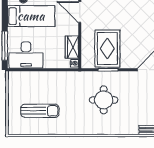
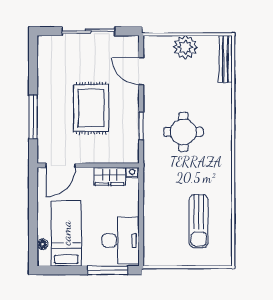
rug: (107, 48) -> (91, 108), moved, turned 90
sun lounger: (40, 111) -> (199, 221), turned 180

